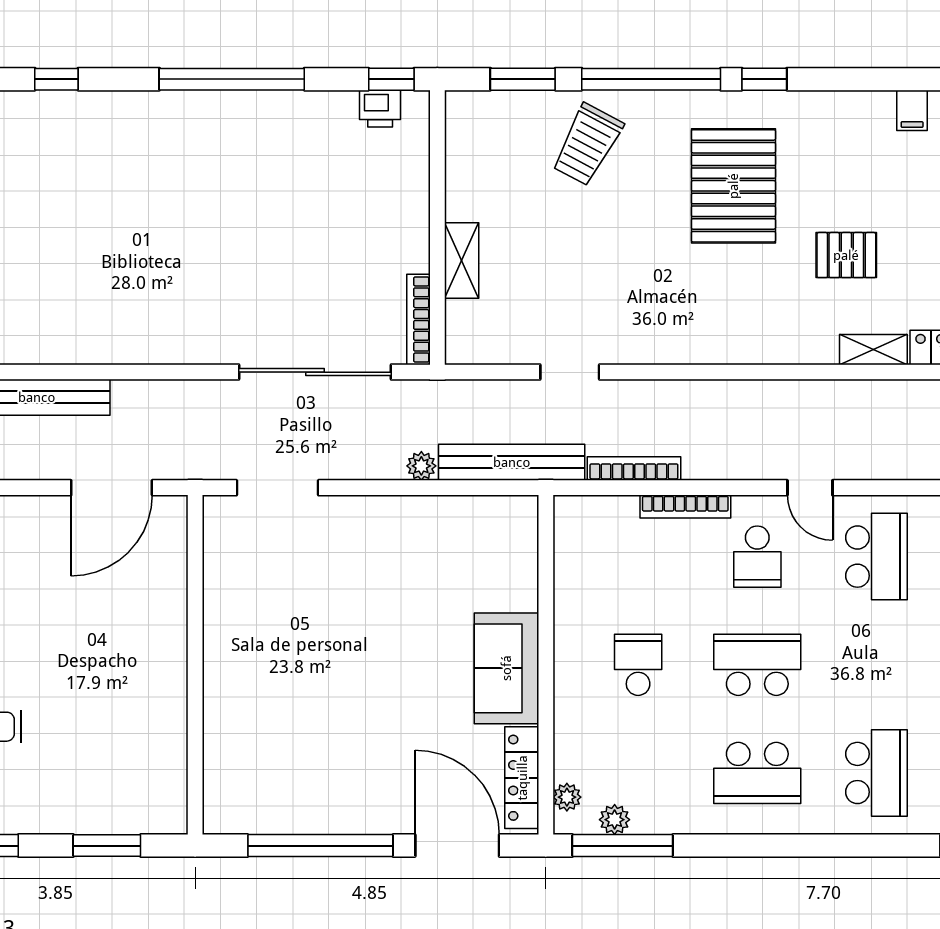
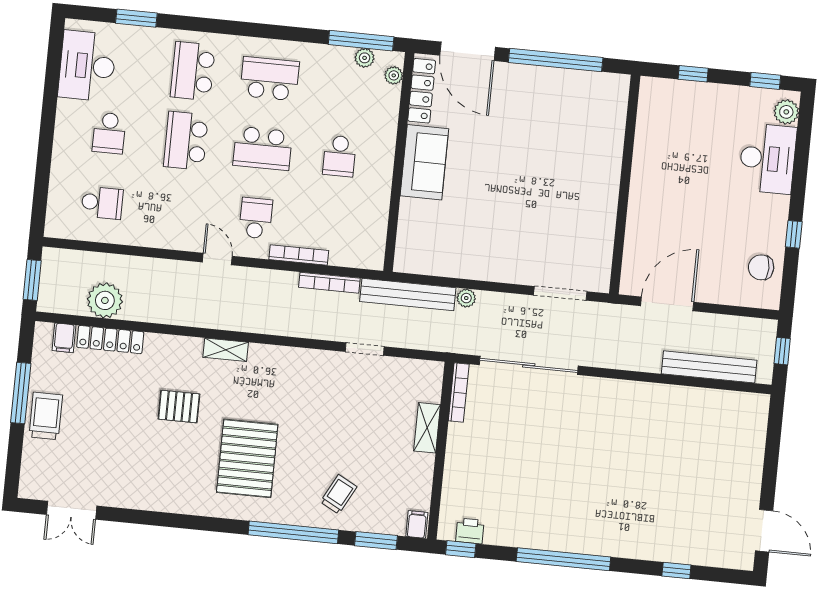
window: (764, 79) -> (220, 525), removed
filing cabinet: (912, 110) -> (417, 524), moved
trolley: (587, 145) -> (339, 494), width x0.73, depth x0.72
shelving: (873, 350) -> (226, 350), moved
school desk: (876, 557) -> (186, 141), moved
window: (107, 846) -> (693, 74), width x0.67

